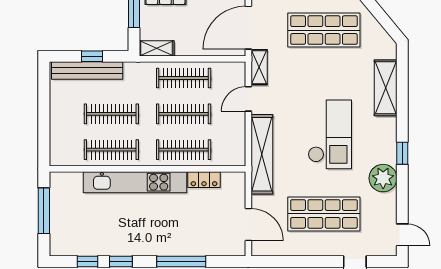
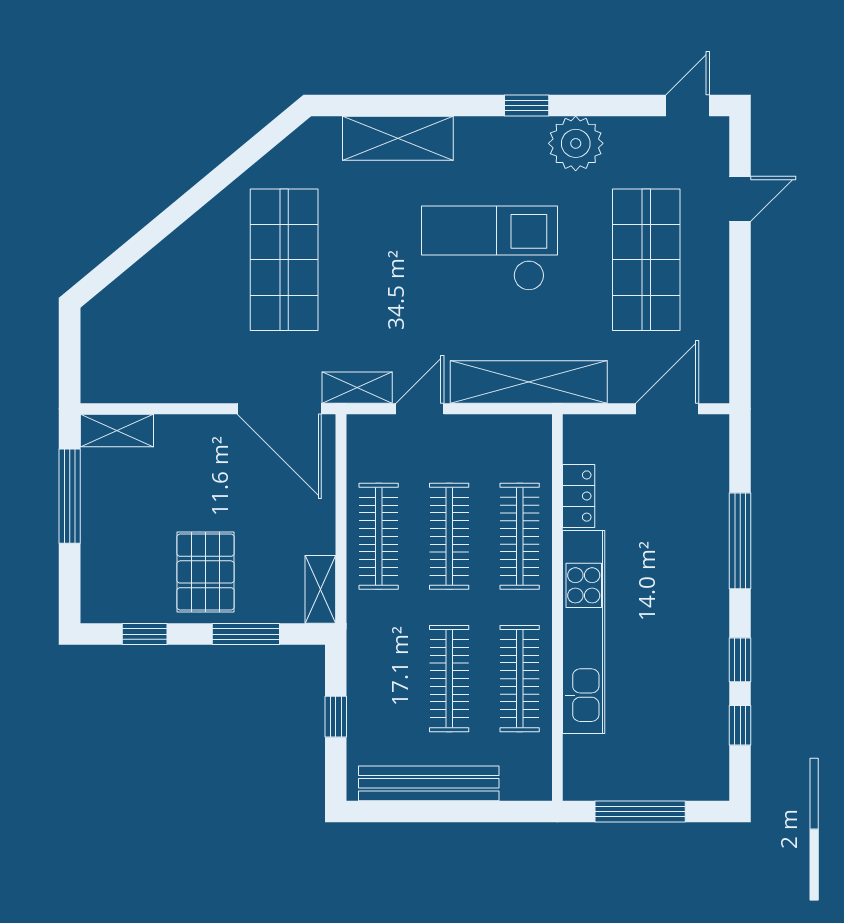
bench: (87, 70) -> (429, 783), moved, turned 90
door: (248, 99) -> (420, 409), swing flipped

